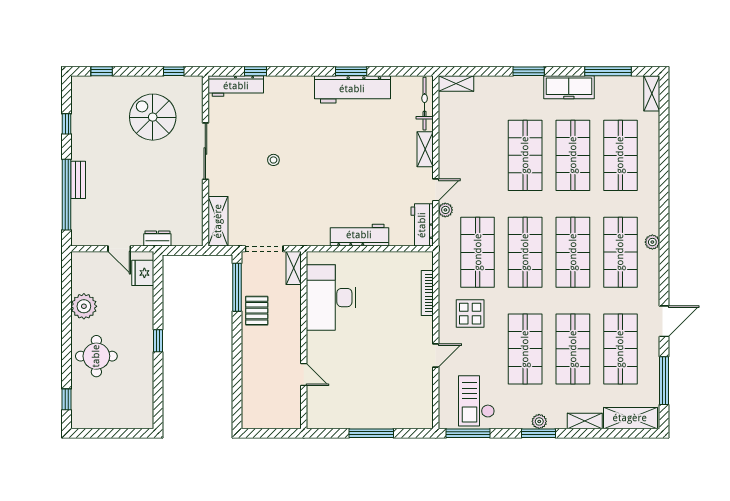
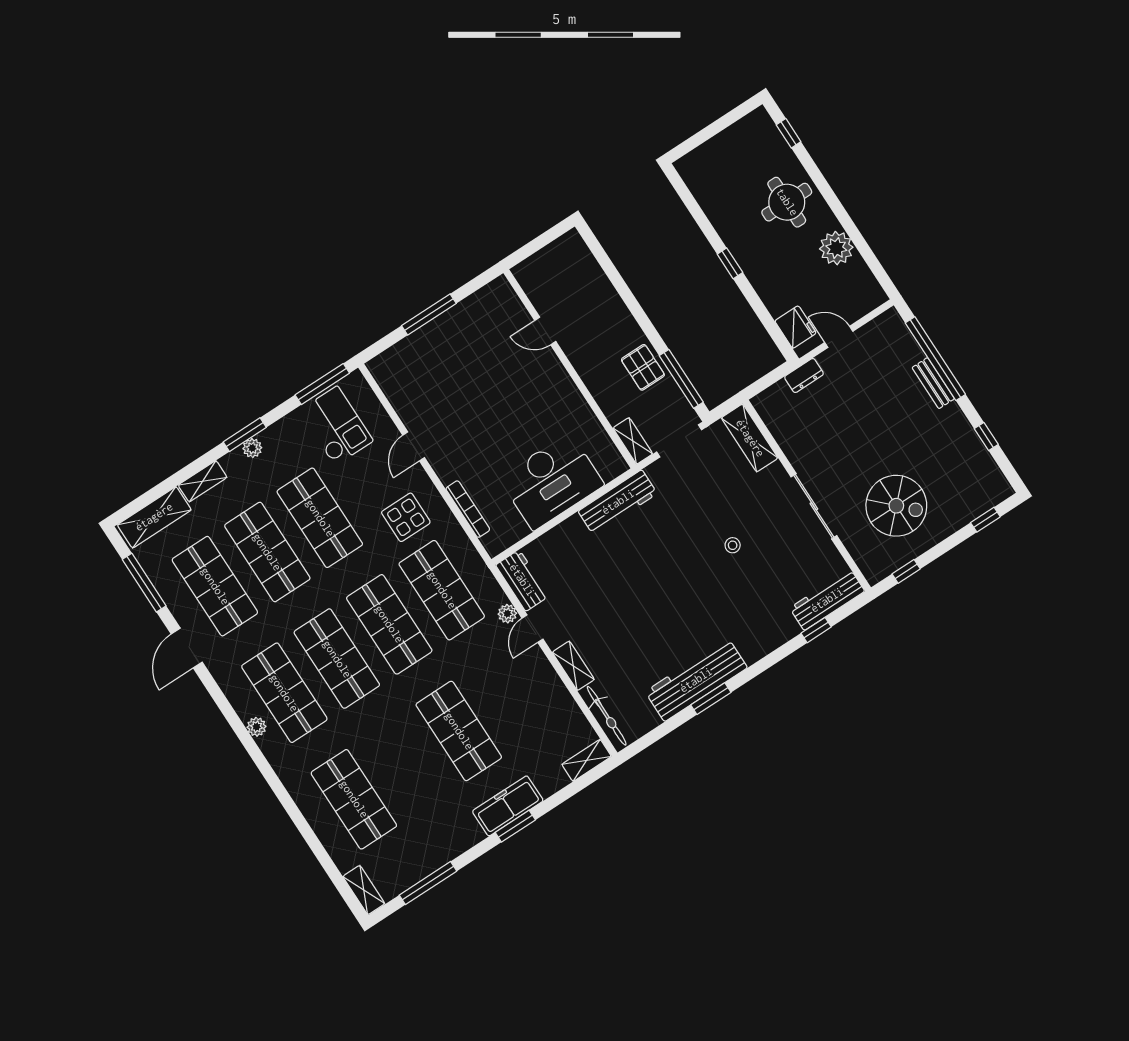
freezer: (569, 87) -> (508, 806), moved
shop shelf: (573, 155) -> (406, 765), removed
workbench: (359, 235) -> (618, 502), moved
desk: (331, 298) -> (551, 481), moved, turned 90

